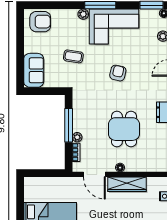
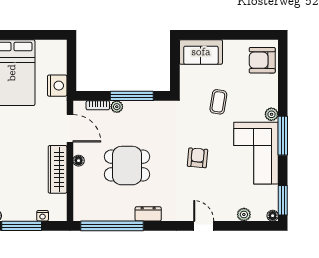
armchair: (40, 22) -> (262, 60), turned 90
armchair: (118, 73) -> (197, 158), turned -98
door: (94, 174) -> (70, 128), swing flipped
nightstand: (60, 185) -> (57, 86), added

